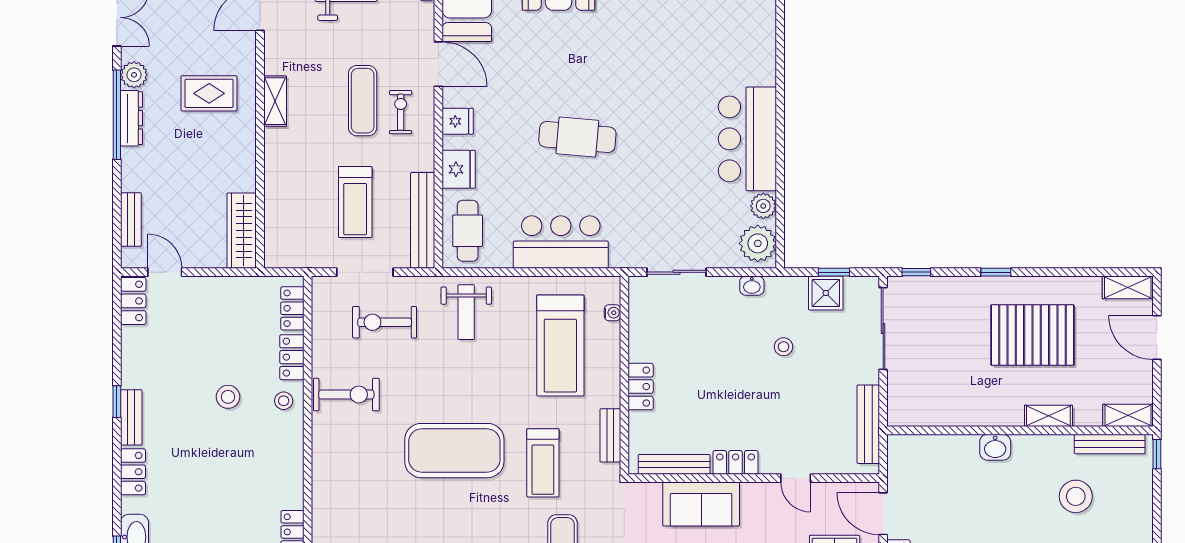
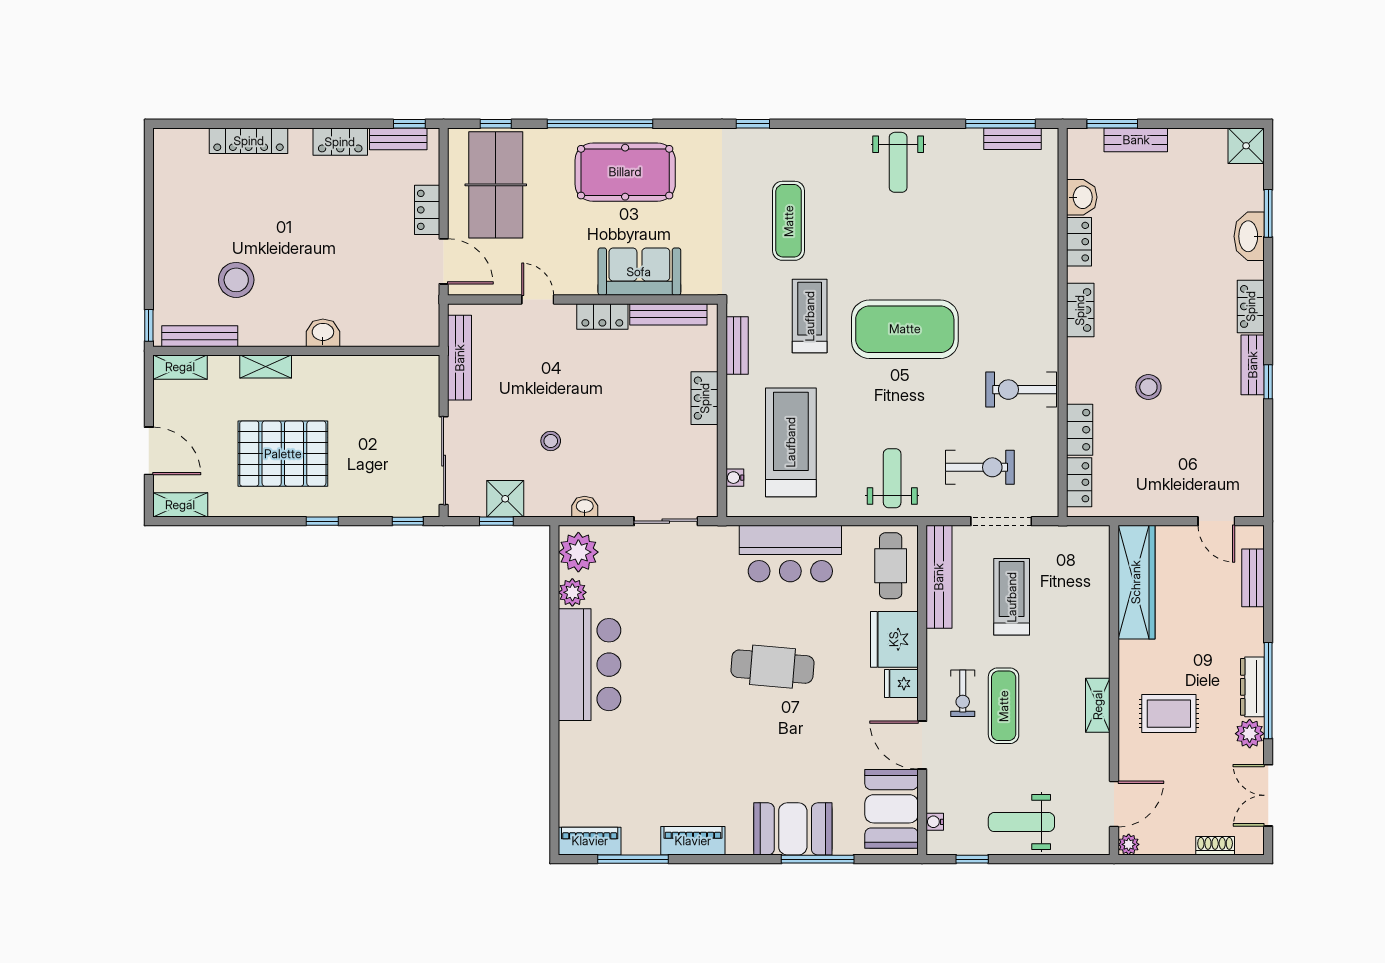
fridge: (459, 169) -> (894, 639), width x1.36, depth x1.34
wardrobe: (242, 231) -> (1136, 582), width x1.40, depth x1.17
locker: (133, 301) -> (1080, 310), moved, turned 180
stool: (284, 401) -> (1089, 383), removed

